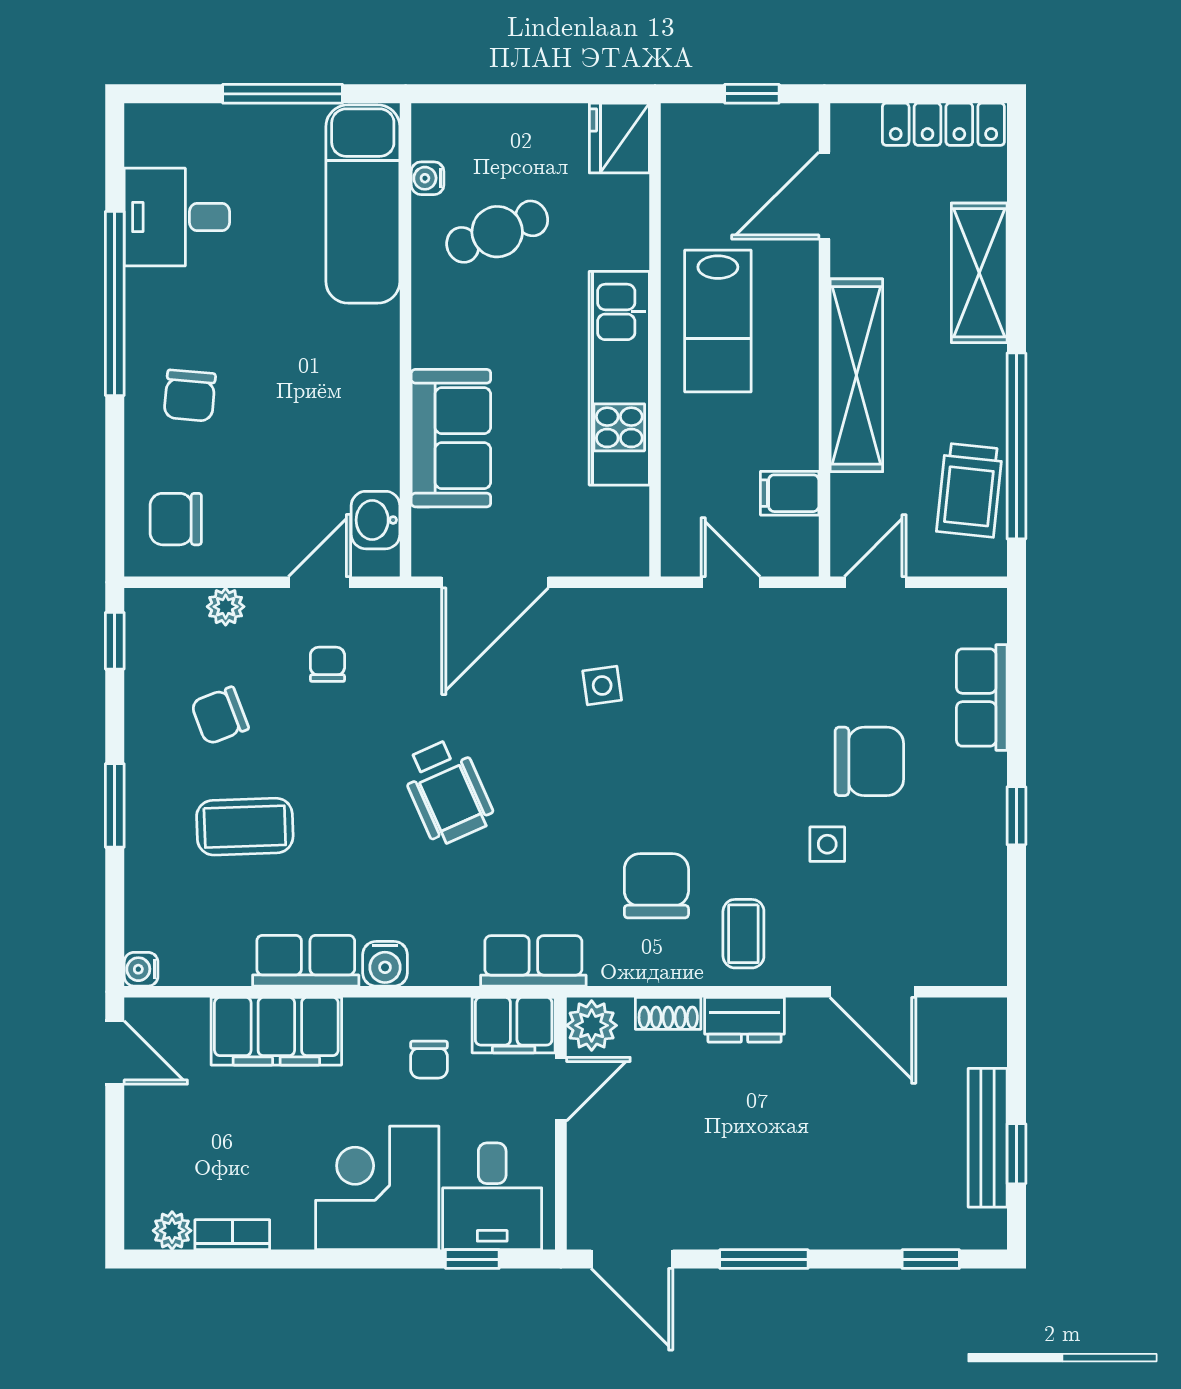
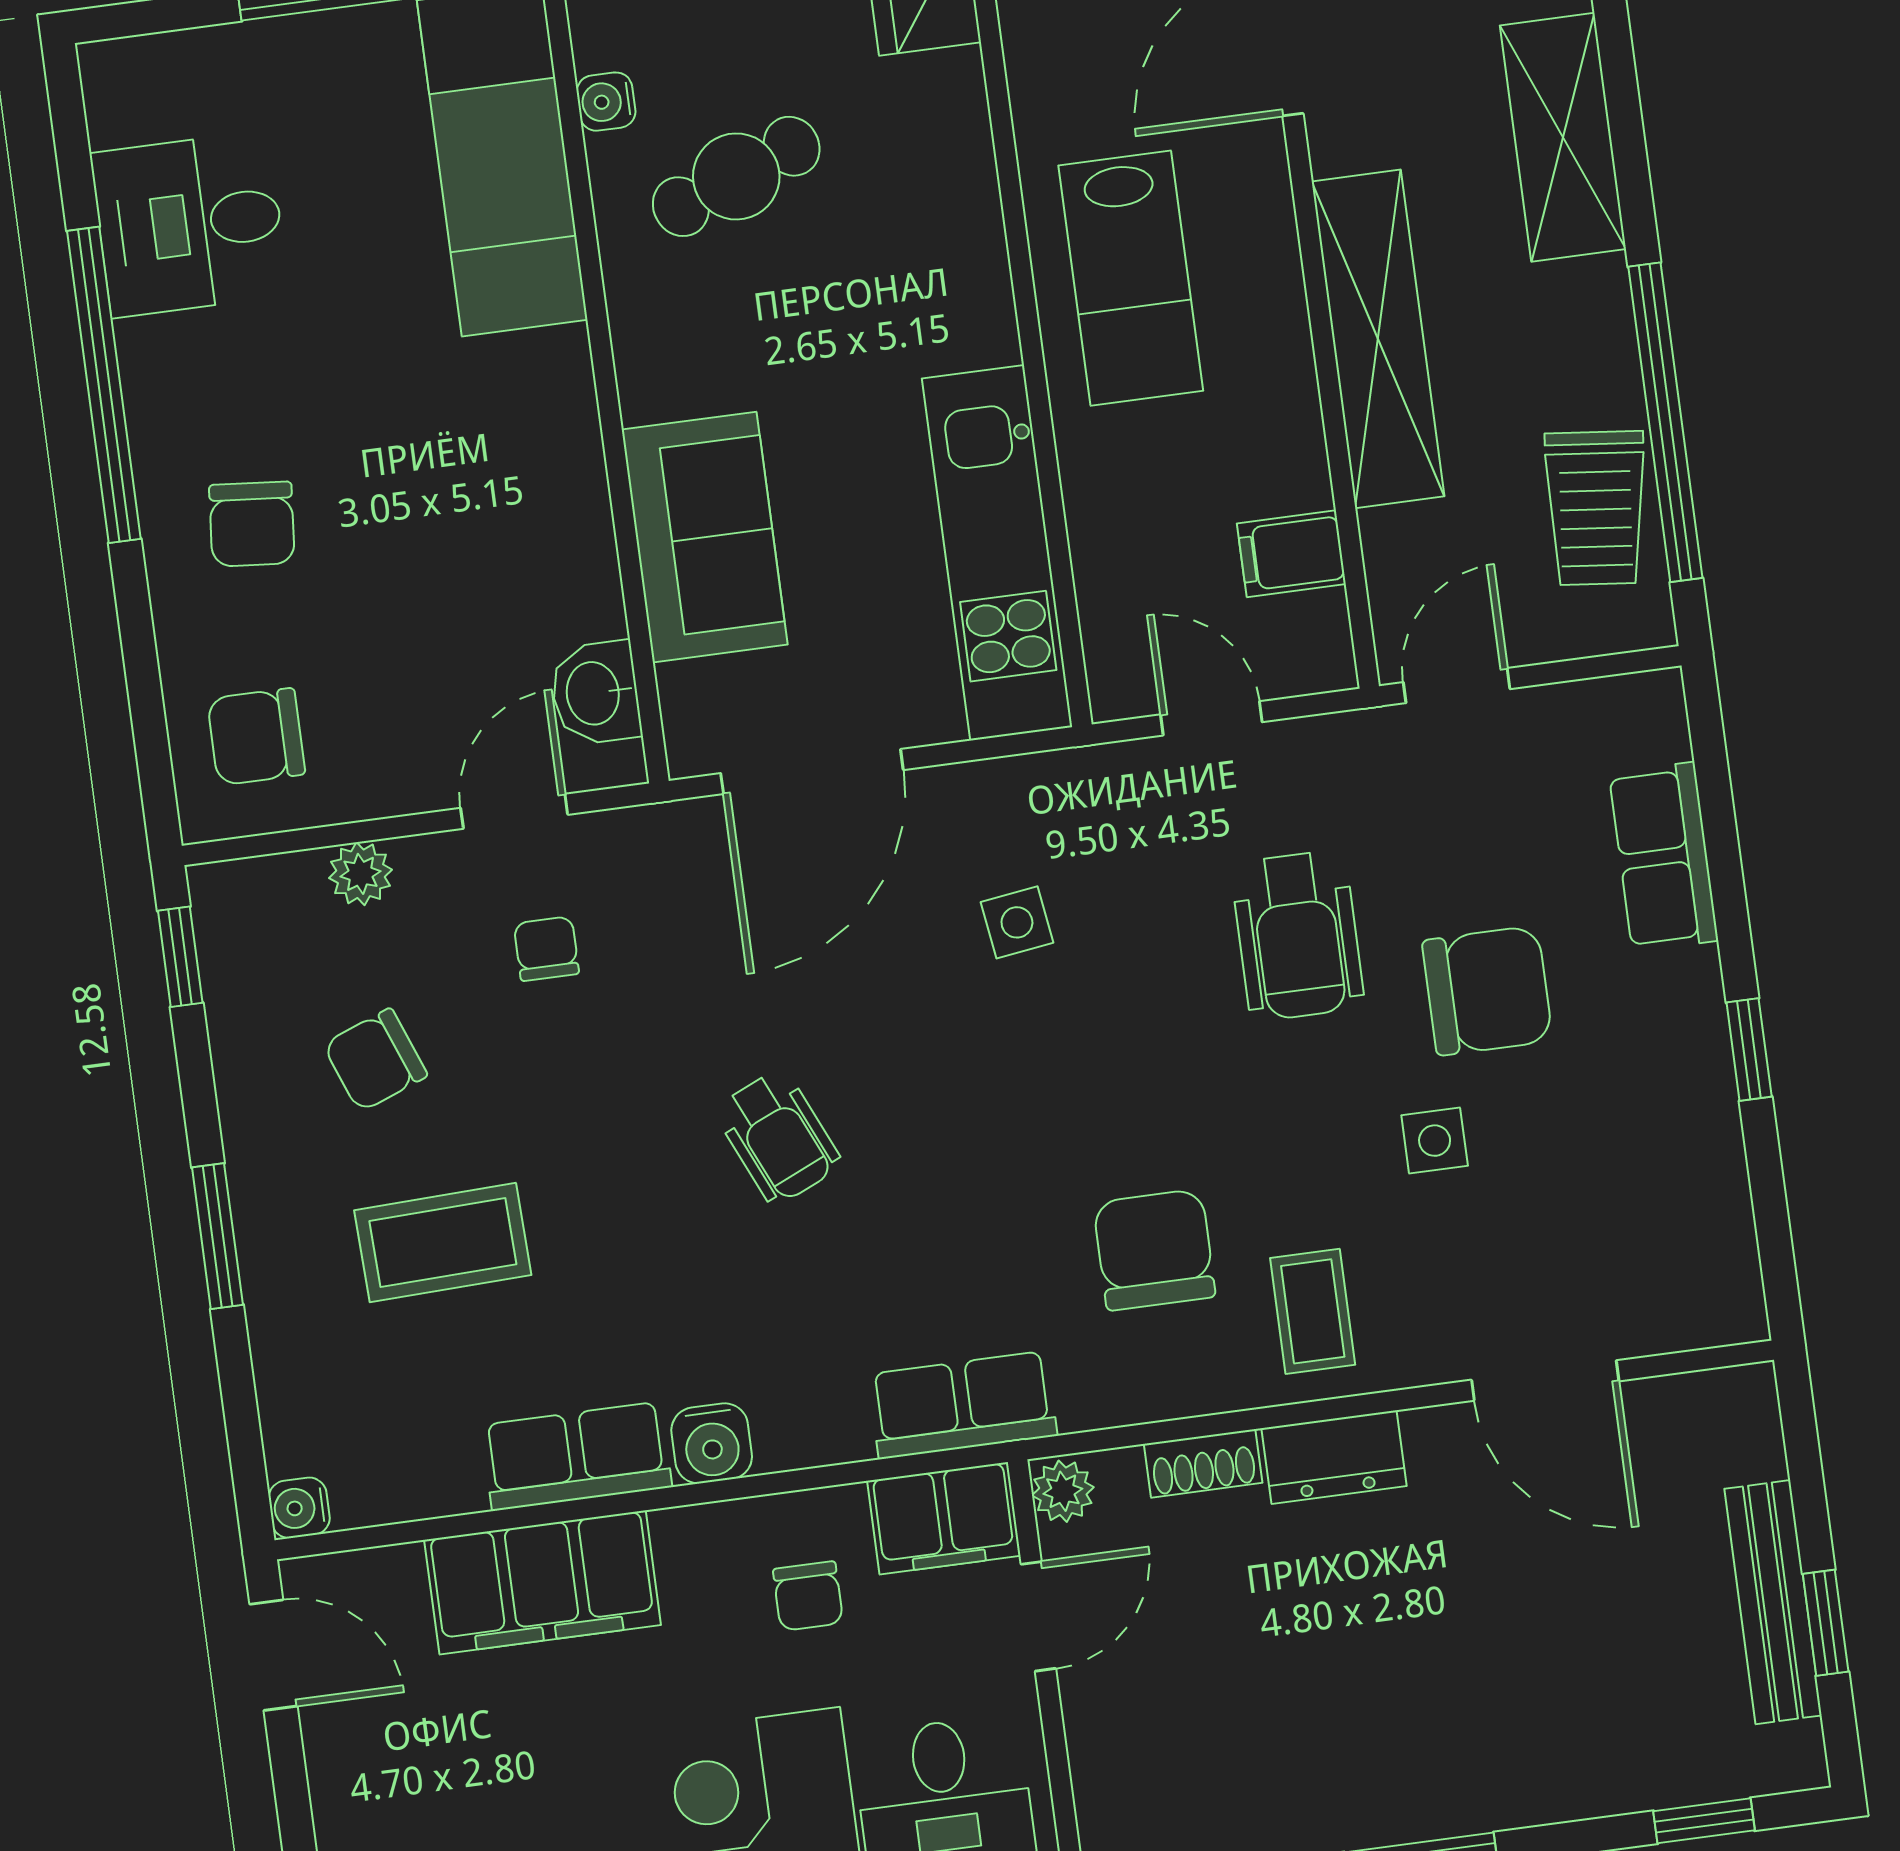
kitchen unit: (619, 378) -> (997, 553), moved
wheelchair: (764, 715) -> (1298, 936), added
wheelchair: (447, 791) -> (778, 1137), width x0.73, depth x0.73
plant: (592, 1025) -> (1063, 1491), width x0.73, depth x0.73

